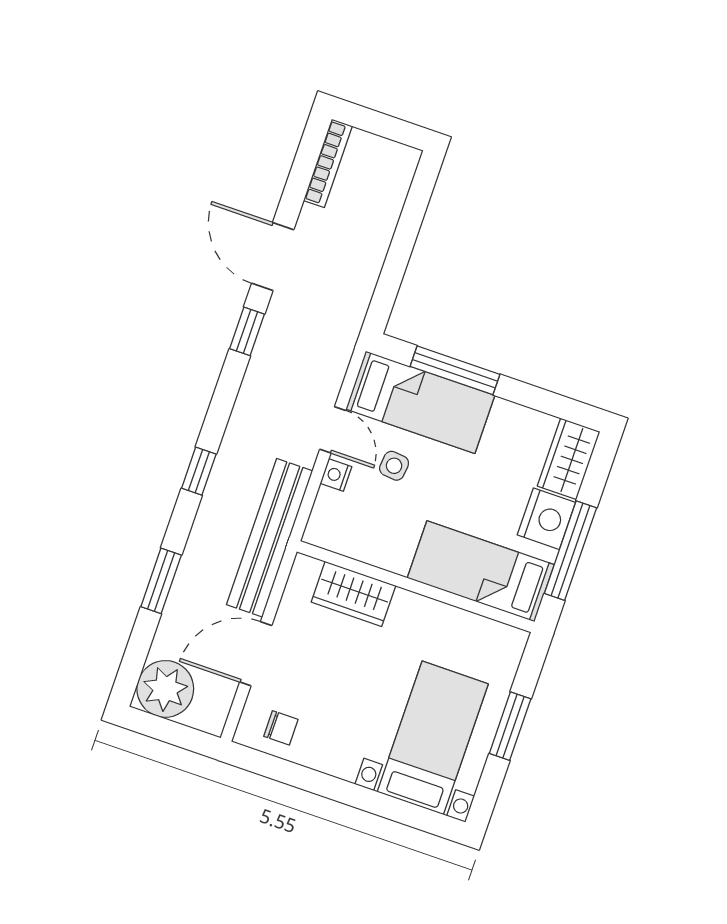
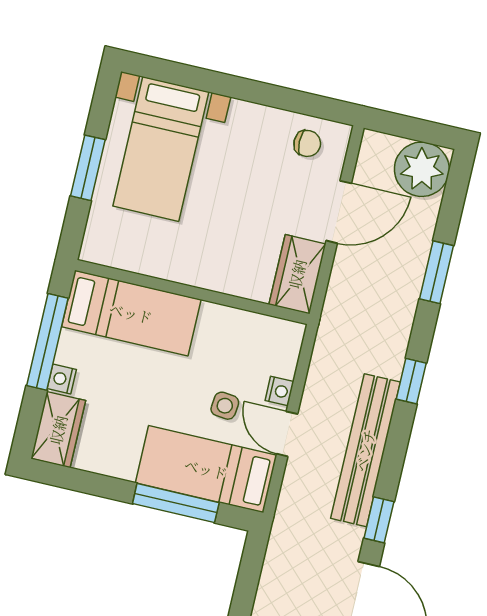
nightstand: (546, 519) -> (62, 379), width x0.53, depth x0.56
bench: (270, 538) -> (365, 450), moved
wardrobe: (353, 594) -> (297, 274), moved, turned -90
chair: (281, 728) -> (307, 143), turned 180

